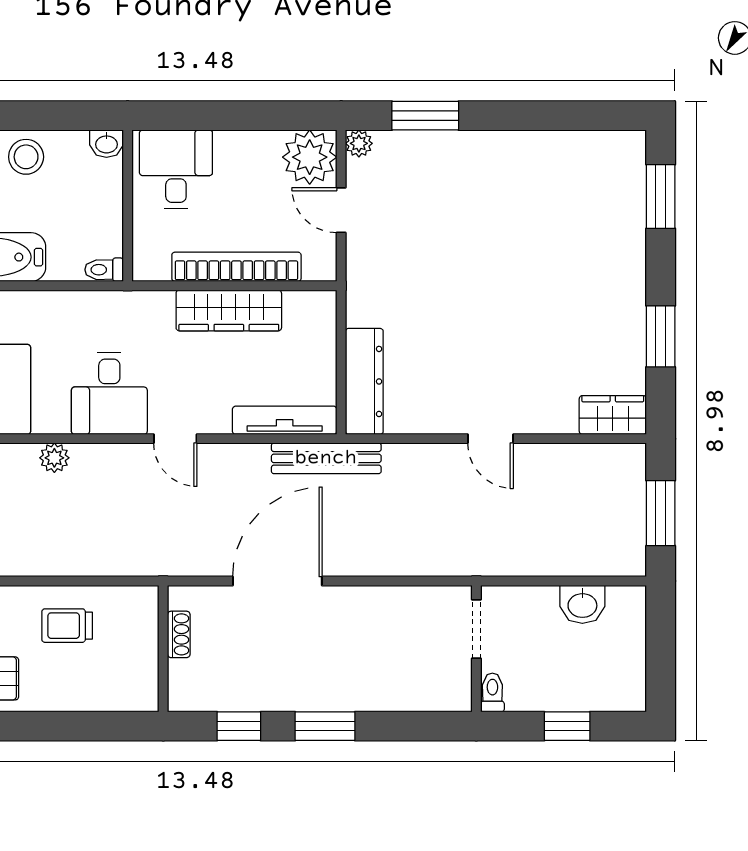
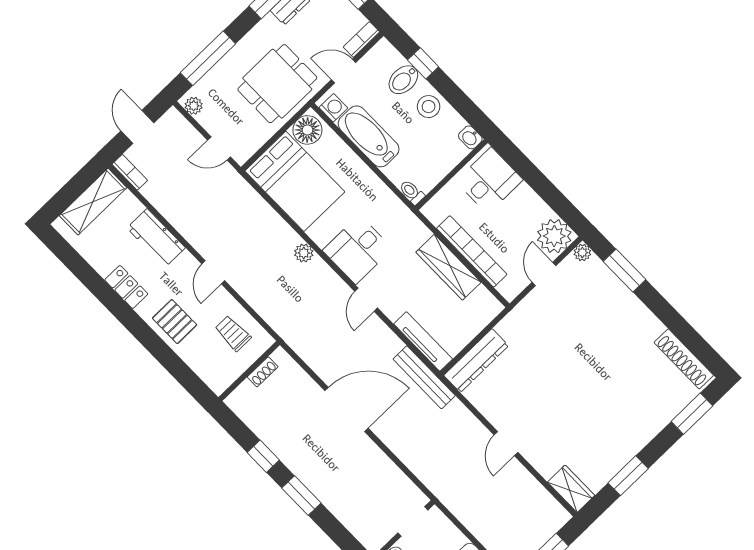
shoe rack: (590, 146) -> (684, 359), added
shoe rack: (179, 634) -> (263, 372), moved
wall: (163, 649) -> (249, 371), moved

